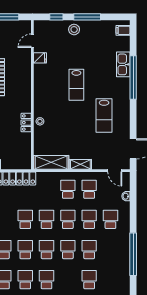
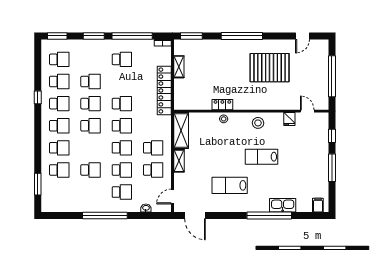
stool: (74, 30) -> (258, 123), moved
school desk: (68, 250) -> (59, 148), moved
window: (133, 254) -> (105, 215), moved

